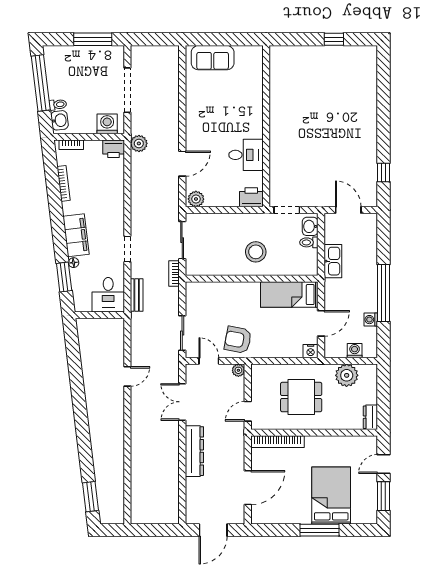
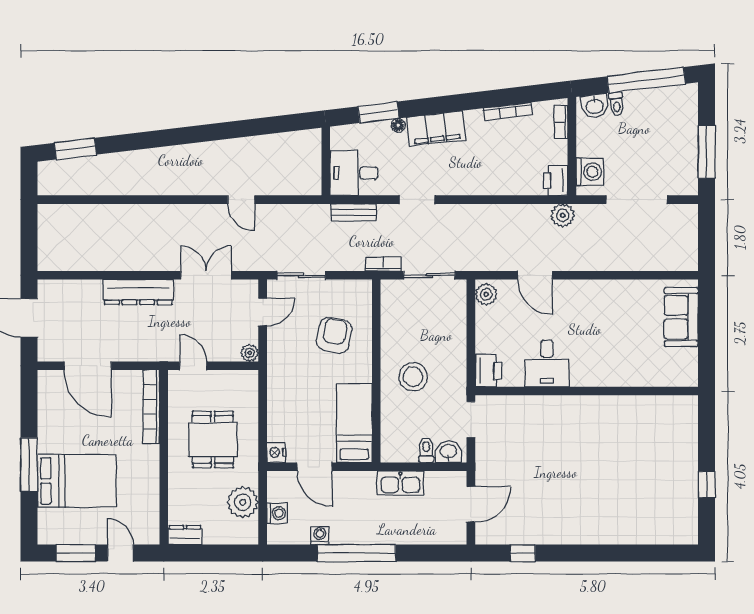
armchair: (238, 340) -> (334, 335), moved

